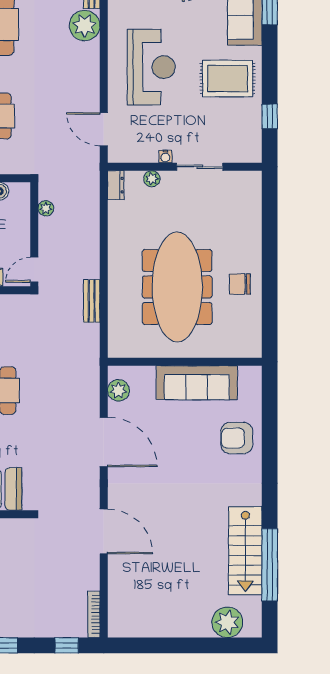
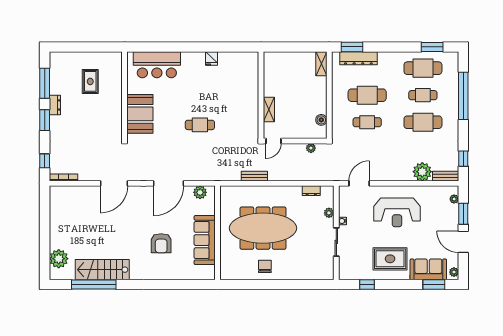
rug: (228, 79) -> (390, 259), turned 90
dresser: (116, 185) -> (311, 191), moved
door: (34, 270) -> (273, 141), swing flipped
armchair: (237, 438) -> (161, 243), moved, turned 180

